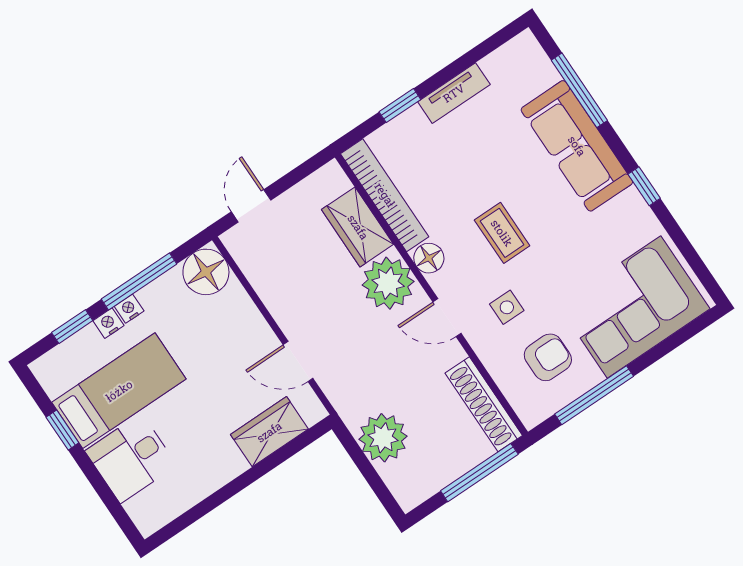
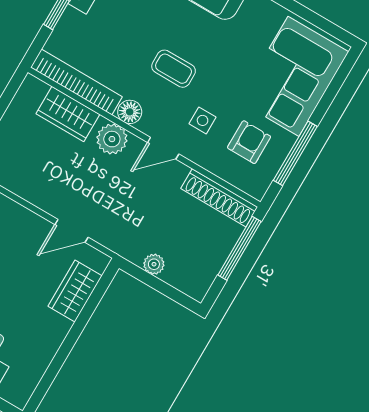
plant: (388, 283) -> (112, 139), width x0.73, depth x0.73
plant: (383, 438) -> (154, 264), width x0.53, depth x0.53

